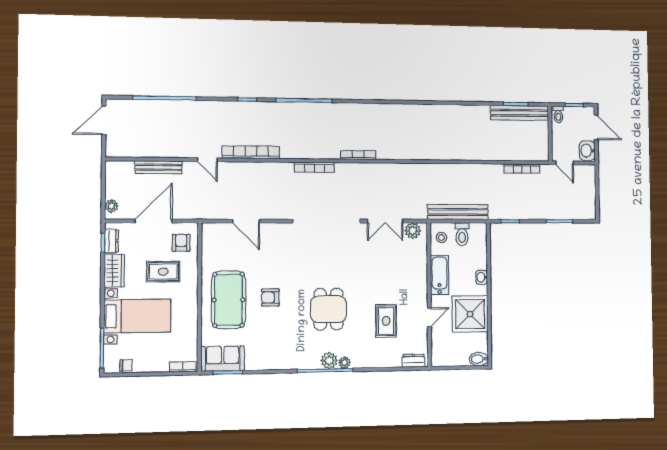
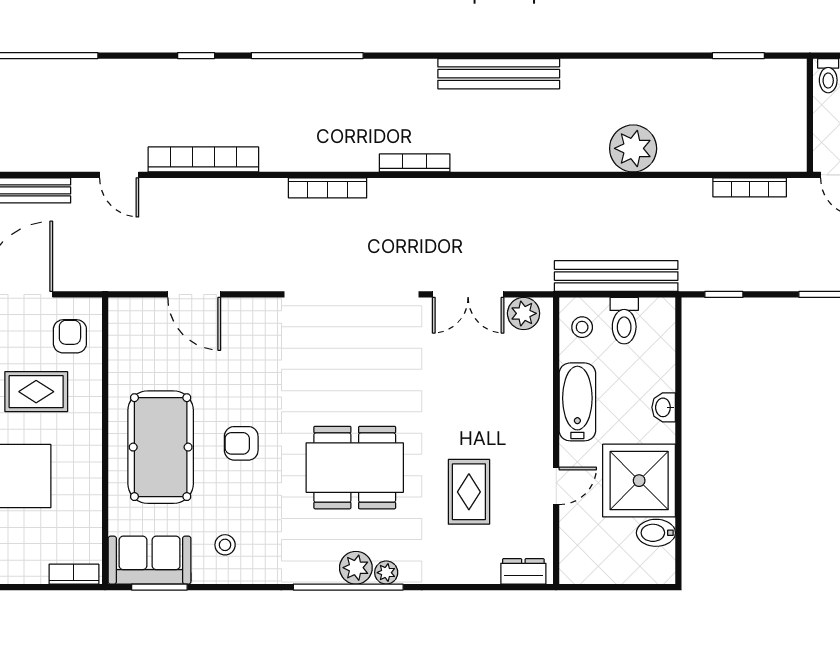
bench: (519, 113) -> (499, 74), moved
plant: (466, 149) -> (633, 148), added
dining table: (328, 309) -> (355, 468), width x1.37
stool: (262, 350) -> (225, 545), added
bidet: (479, 359) -> (656, 533), moved

